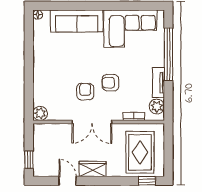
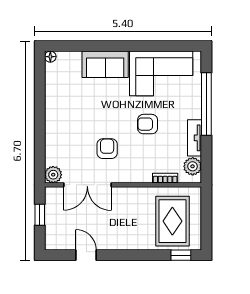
sofa: (77, 21) -> (105, 64), width x0.73
armchair: (110, 83) -> (148, 124), moved
double door: (92, 122) -> (87, 185), moved
window: (29, 160) -> (40, 215), moved
wardrobe: (93, 169) -> (116, 241), removed

